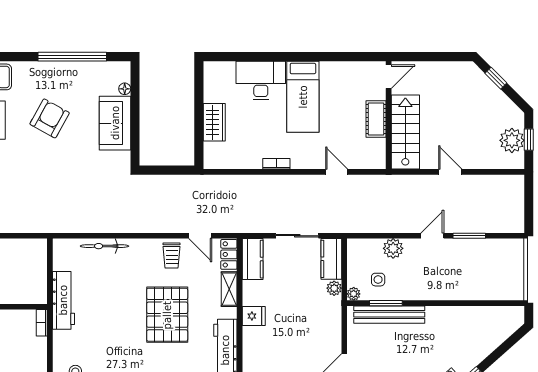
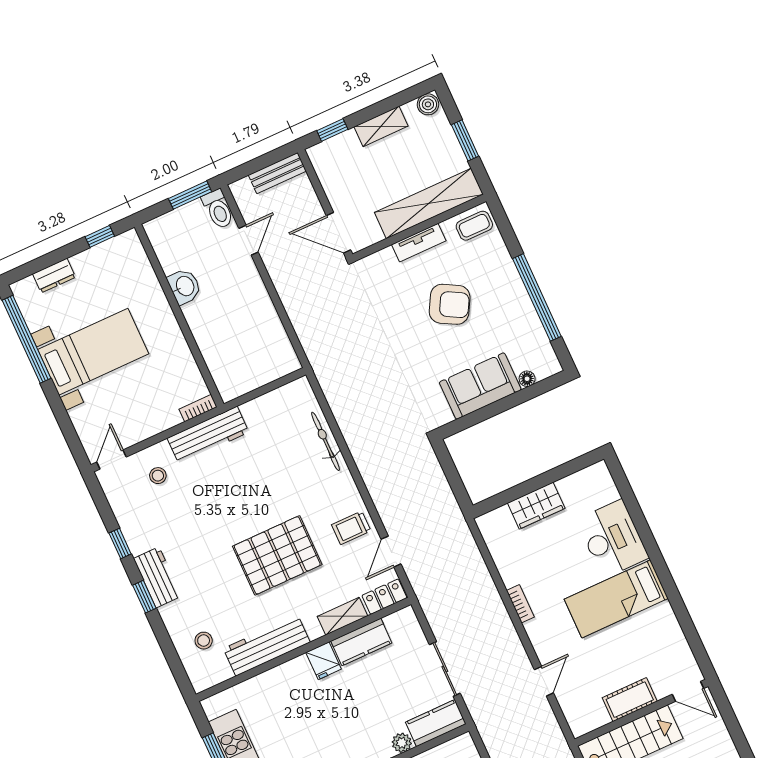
kitchen counter: (253, 259) -> (361, 642), moved
workbench: (63, 300) -> (208, 435), moved

